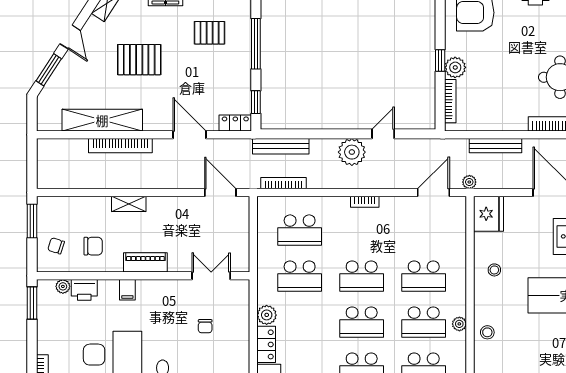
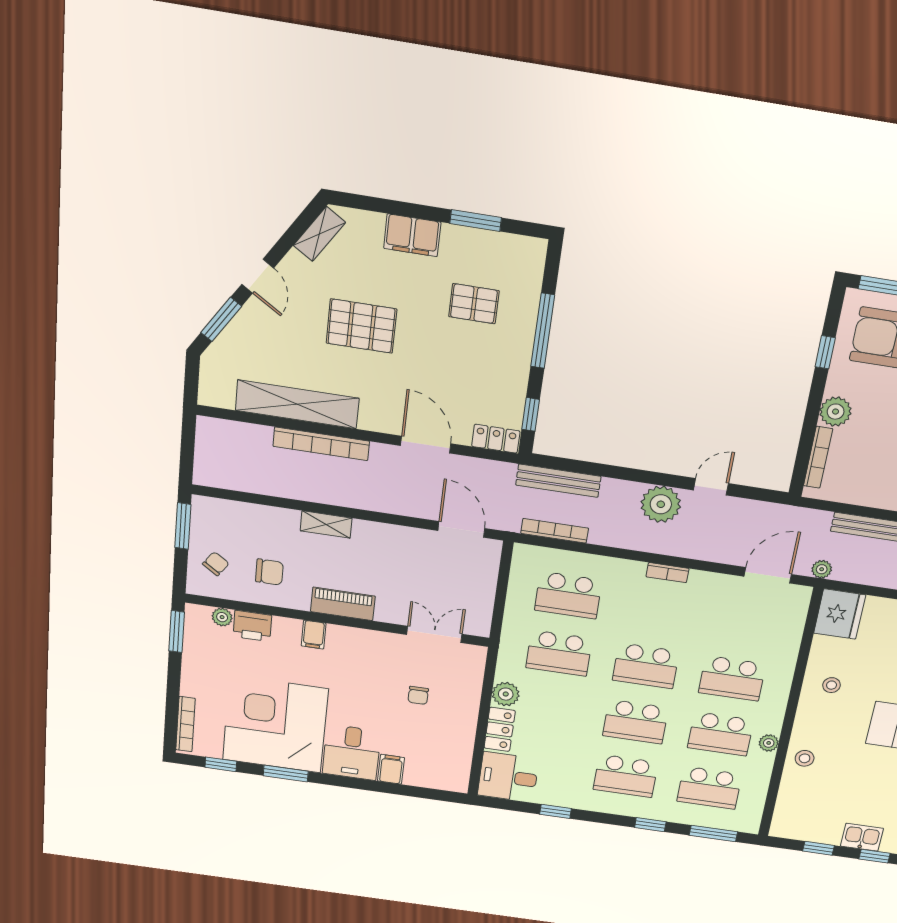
window: (440, 60) -> (825, 352), moved
chair: (56, 246) -> (216, 564), turned 107

